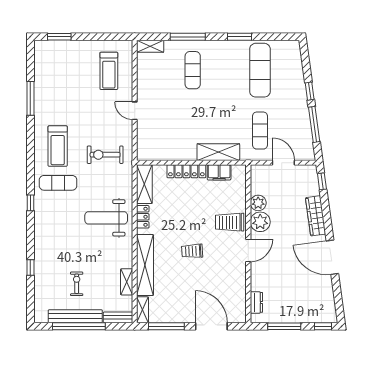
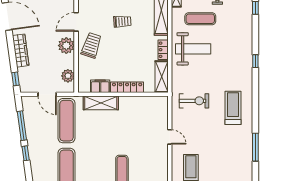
exercise mat: (260, 131) -> (66, 121), width x1.36, depth x1.45
exercise mat: (58, 183) -> (200, 19), moved
plant: (258, 203) -> (68, 76), moved
trolley: (230, 222) -> (91, 45), turned -72

